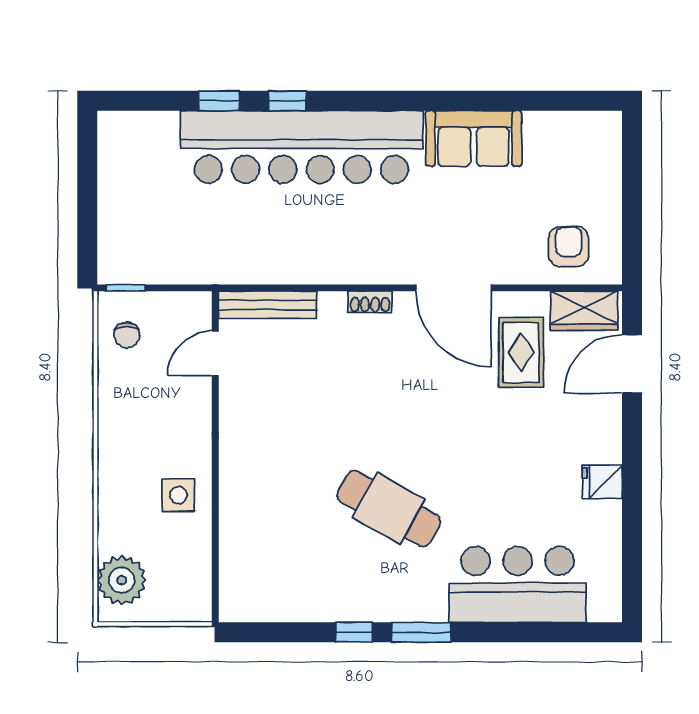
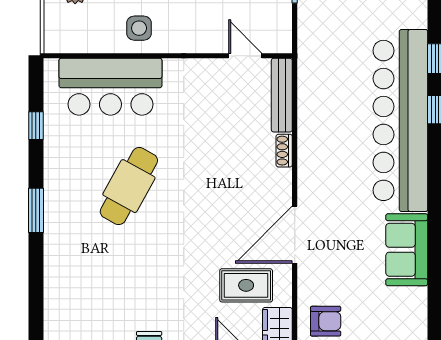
shoe rack: (370, 302) -> (284, 151), moved
bar counter: (518, 584) -> (110, 87), moved, turned 90
window: (354, 632) -> (36, 126), moved

